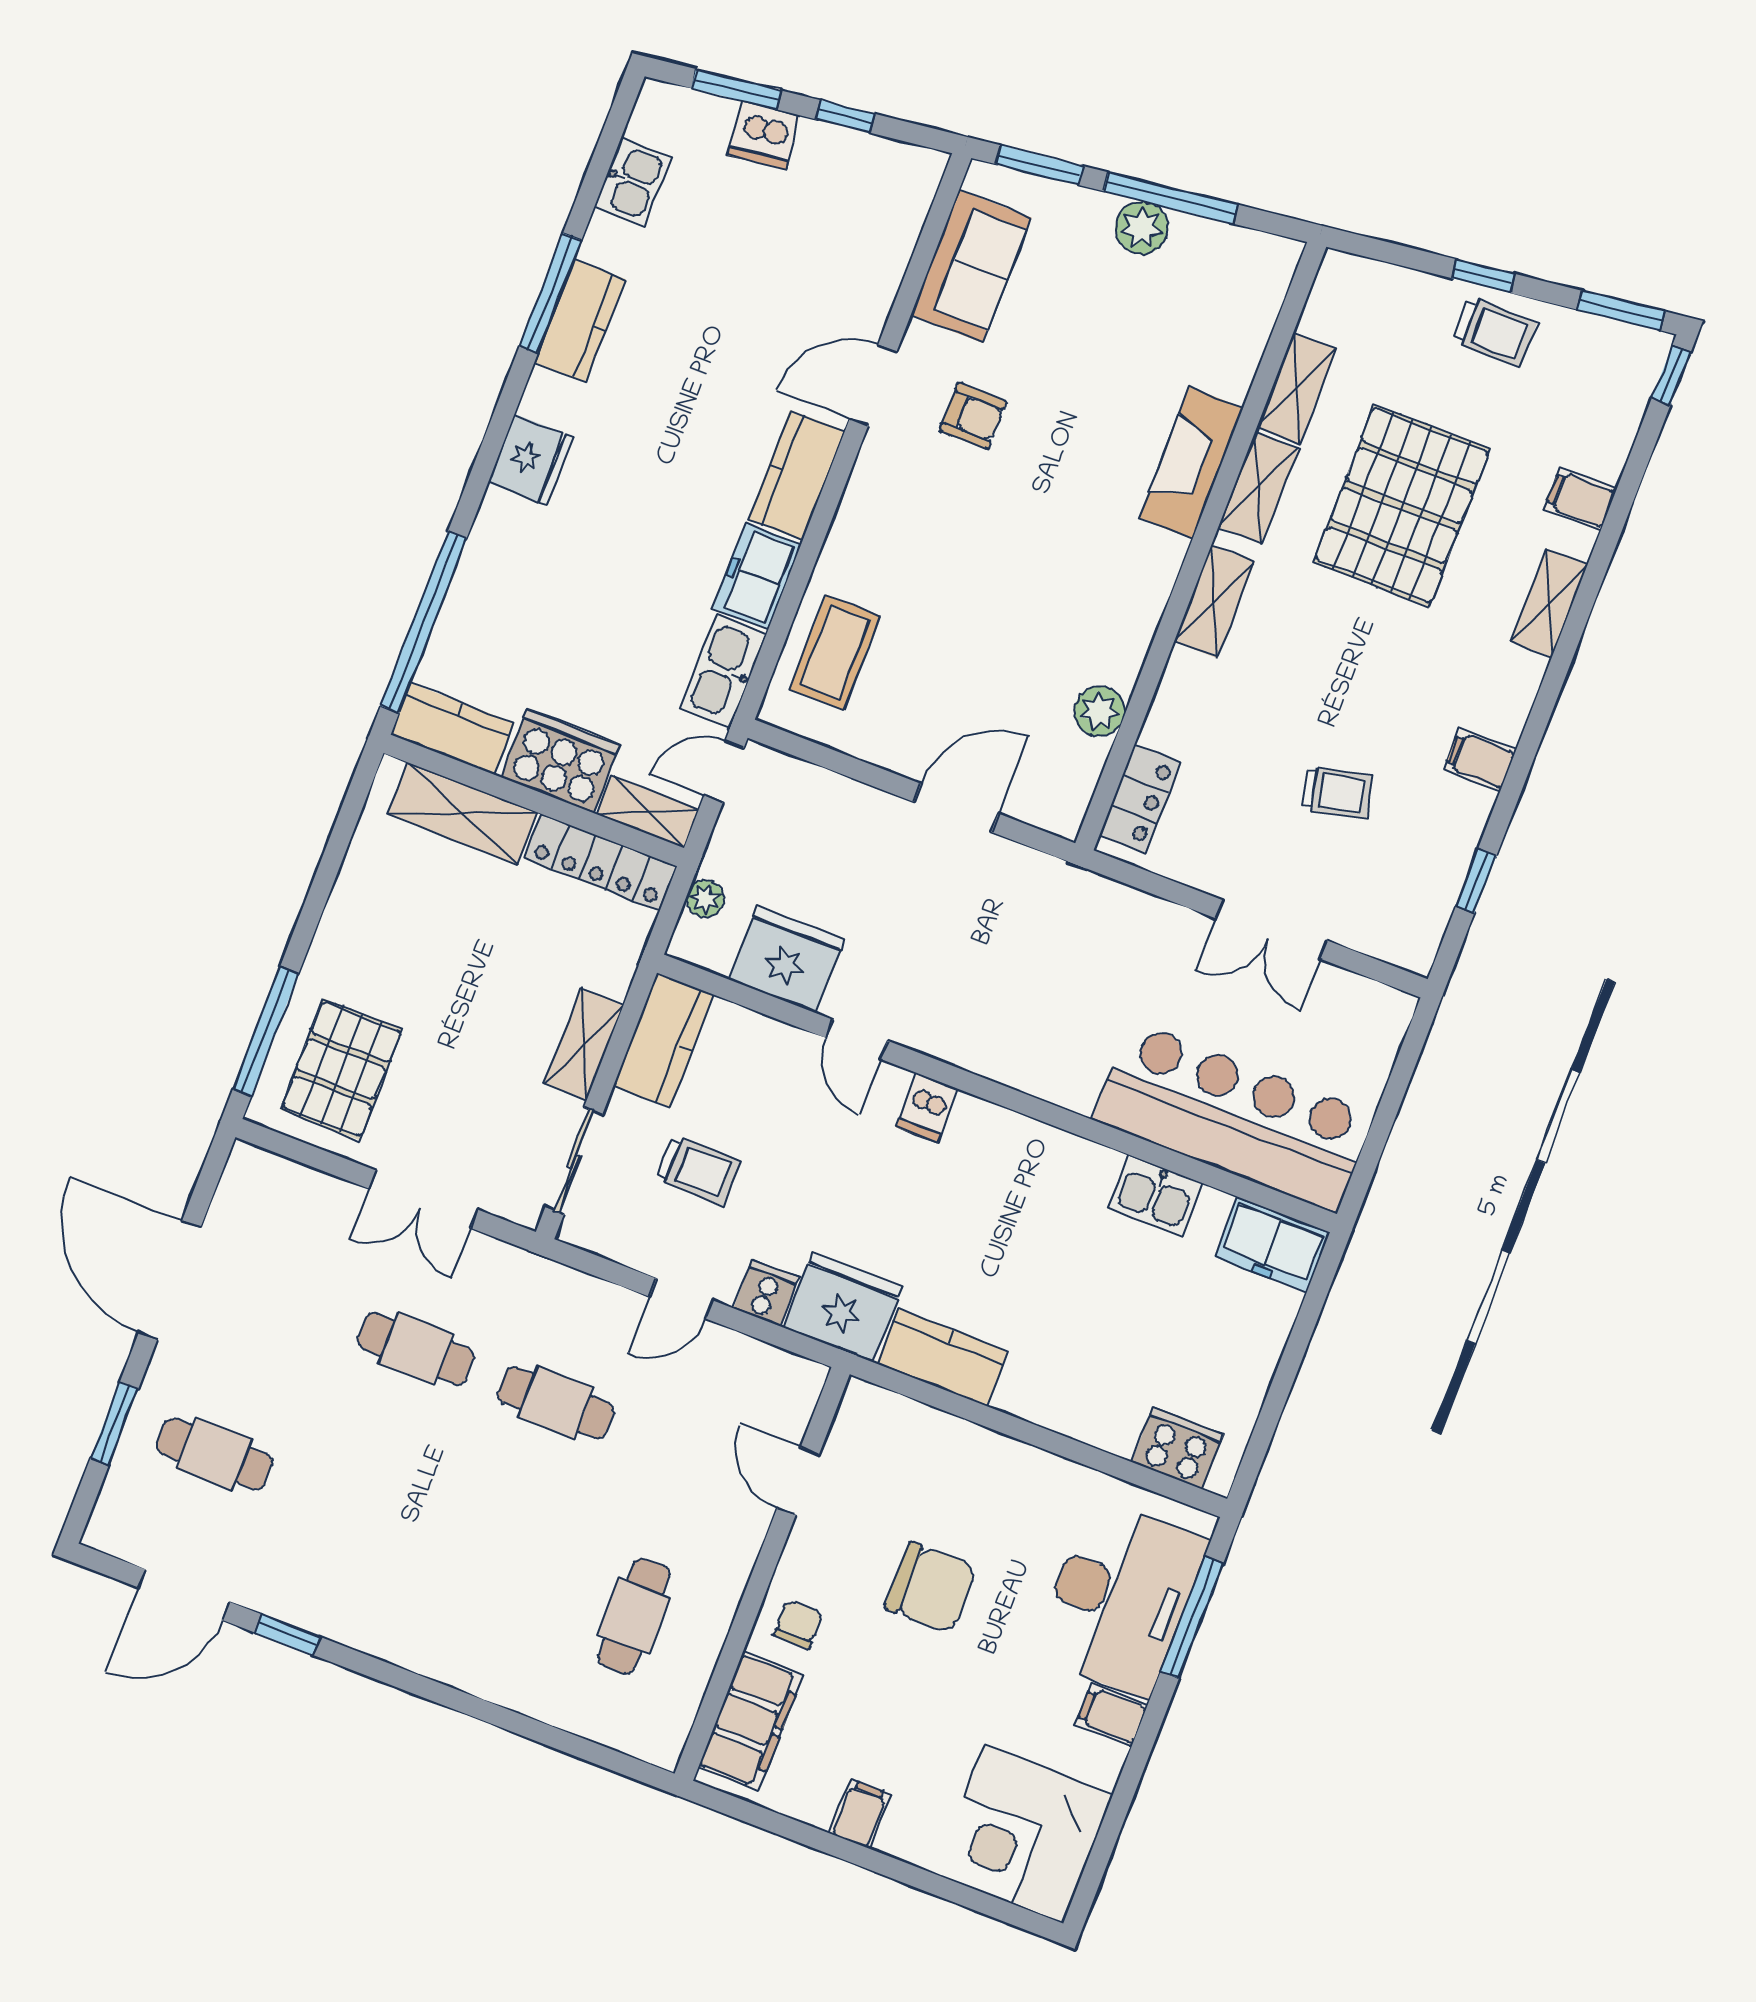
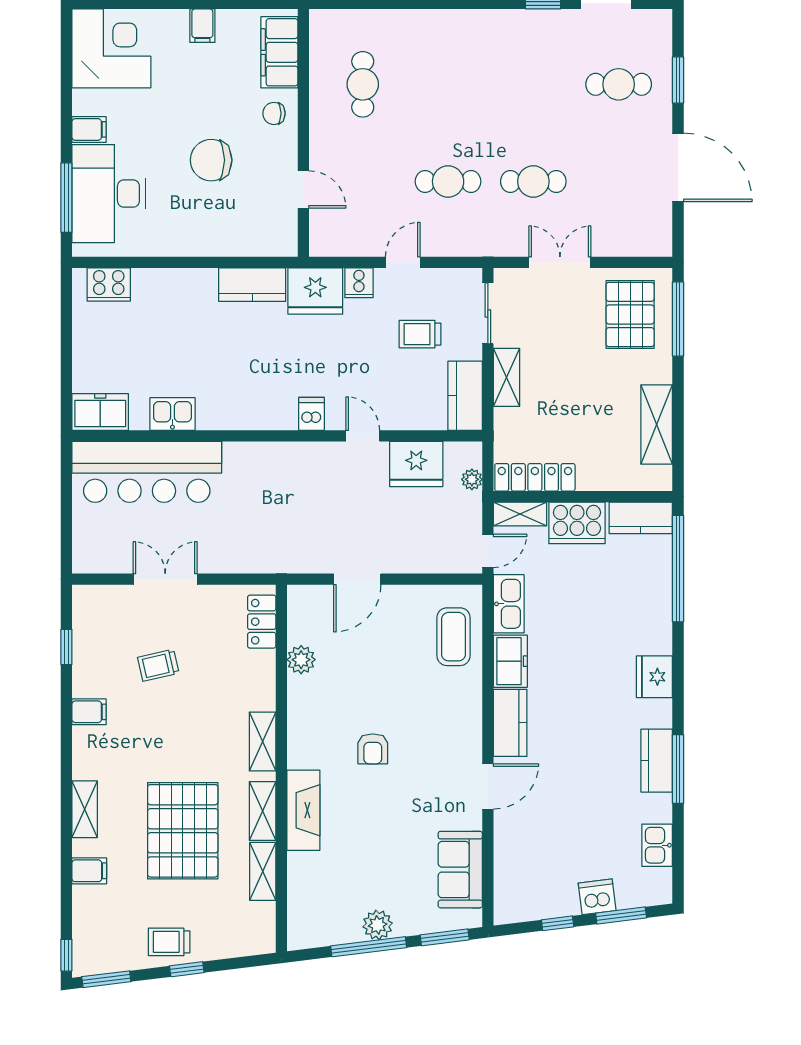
armchair: (973, 416) -> (373, 749), moved, turned -90
shelving: (462, 813) -> (657, 425), moved, turned 90
chair: (798, 1624) -> (274, 113), turned 90

